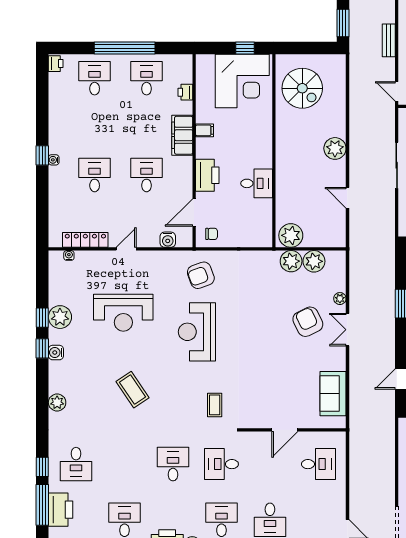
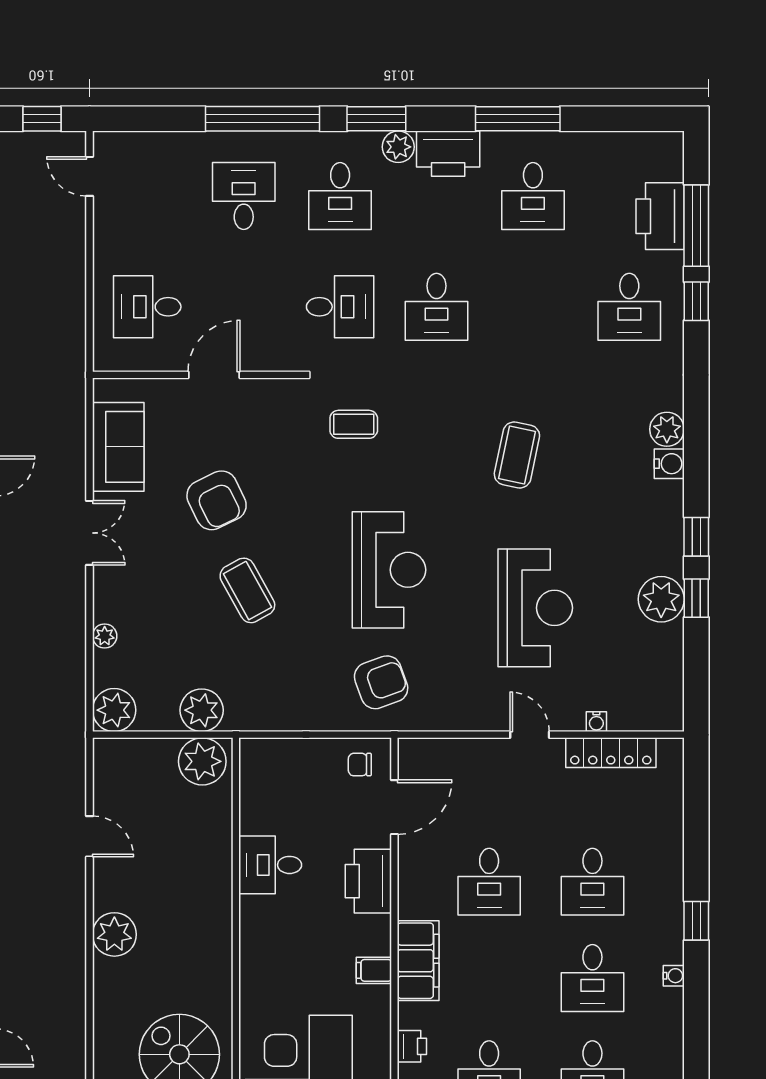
desk: (95, 127) -> (592, 978), added
water cooler: (54, 160) -> (674, 976), moved
water cooler: (168, 240) -> (447, 753), removed
door: (126, 249) -> (530, 735), swing flipped
water cooler: (69, 255) -> (596, 722), moved
plant: (314, 261) -> (114, 710), moved
reception desk: (123, 313) -> (535, 608), turned 90
coffee table: (268, 321) -> (247, 590), added
armchair: (308, 322) -> (217, 500), moved
double door: (347, 330) -> (89, 533), moved
water cooler: (56, 353) -> (669, 464), moved
coffee table: (133, 390) -> (517, 455), turned 46
coffee table: (215, 405) -> (354, 424), turned 90
desk: (76, 464) -> (629, 307), turned 180

